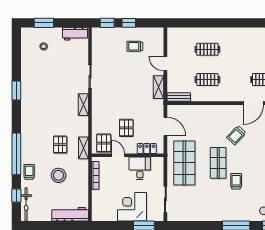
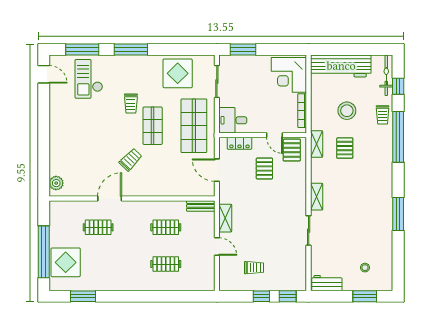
window: (16, 90) -> (398, 214), width x1.44
desk: (140, 168) -> (233, 120), moved, turned 90
display table: (198, 206) -> (178, 73), added
corner desk: (132, 207) -> (289, 75), moved, turned 90
workbench: (70, 214) -> (341, 66), width x1.36, depth x1.32

